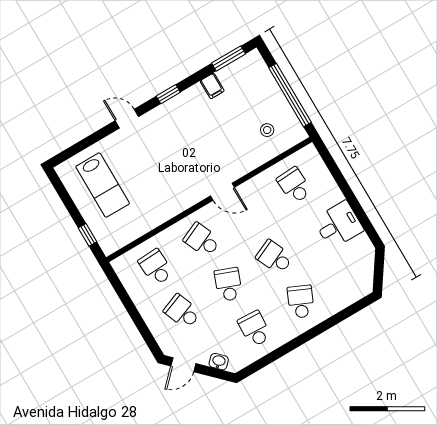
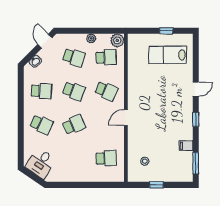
window: (290, 95) -> (156, 185), width x0.32
desk: (338, 225) -> (41, 163), moved, turned 34
window: (88, 235) -> (166, 31), moved
school desk: (202, 240) -> (106, 91), turned 48
plant: (124, 266) -> (117, 40), added
plant: (142, 303) -> (91, 38), added
school desk: (182, 312) -> (74, 57), turned 39

